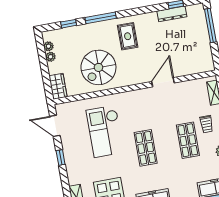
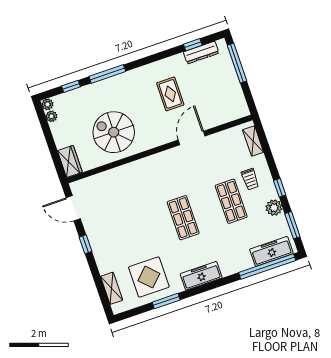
dresser: (172, 14) -> (201, 53), moved
rug: (128, 36) -> (170, 94), moved
plant: (51, 57) -> (48, 104), moved
spiral stairs: (98, 67) -> (114, 132), turned 90
checkout: (105, 131) -> (133, 206), removed

